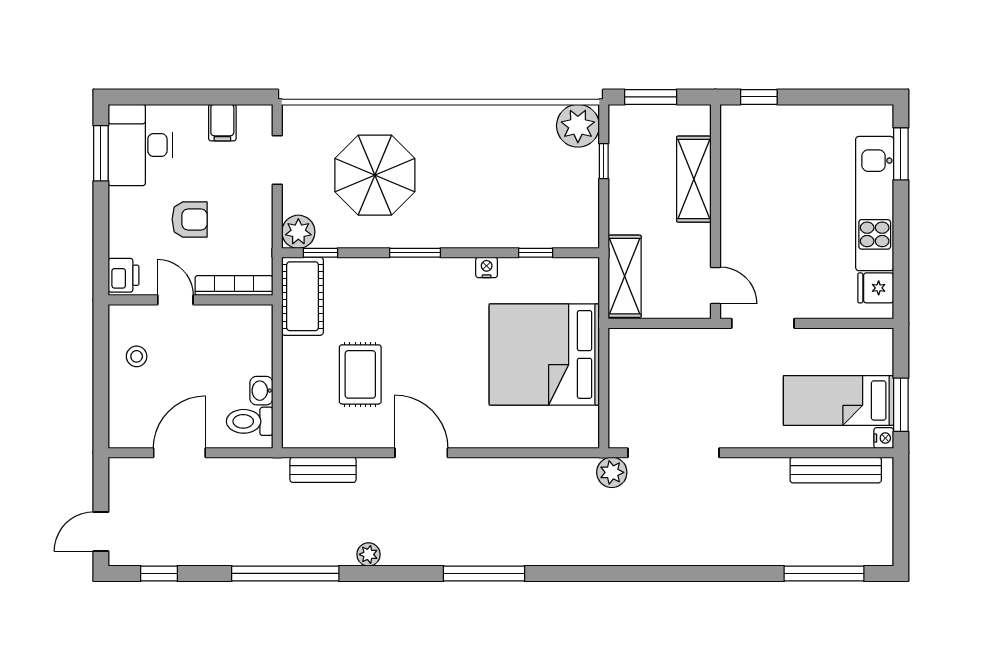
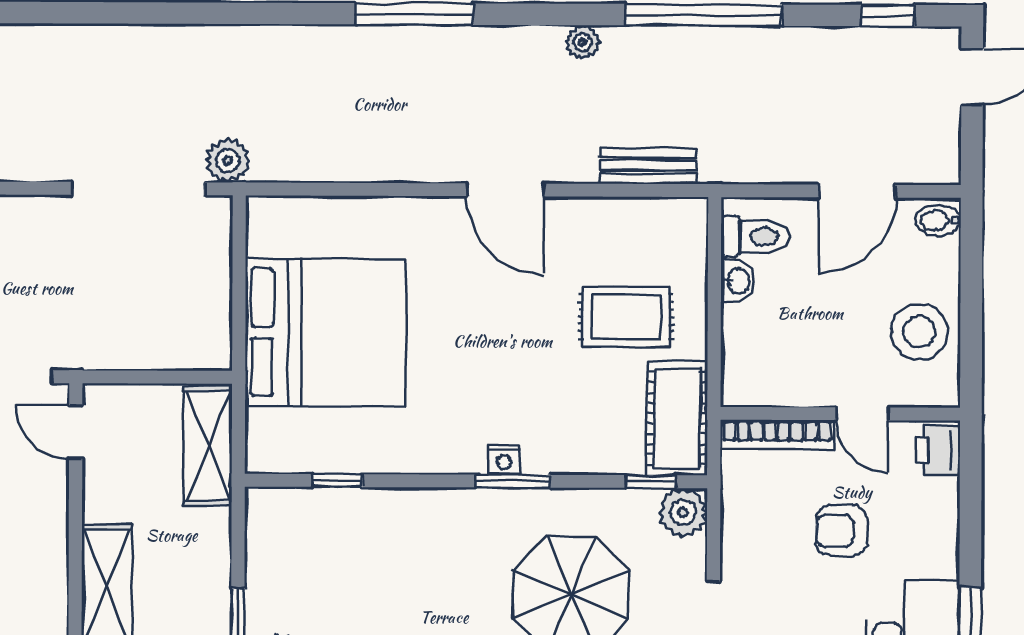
nightstand: (487, 267) -> (504, 460), moved
stool: (137, 356) -> (919, 332), width x1.89, depth x1.89
rug: (360, 374) -> (626, 317), moved, turned 90
bidet: (124, 433) -> (938, 220), added

